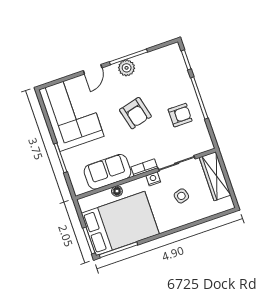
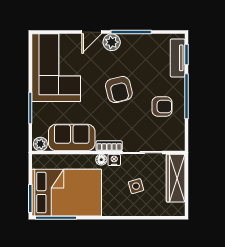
tv unit: (179, 66) -> (178, 58), added
plant: (127, 68) -> (112, 42), moved
plant: (81, 187) -> (40, 144), added
floor lamp: (117, 191) -> (101, 160), moved

